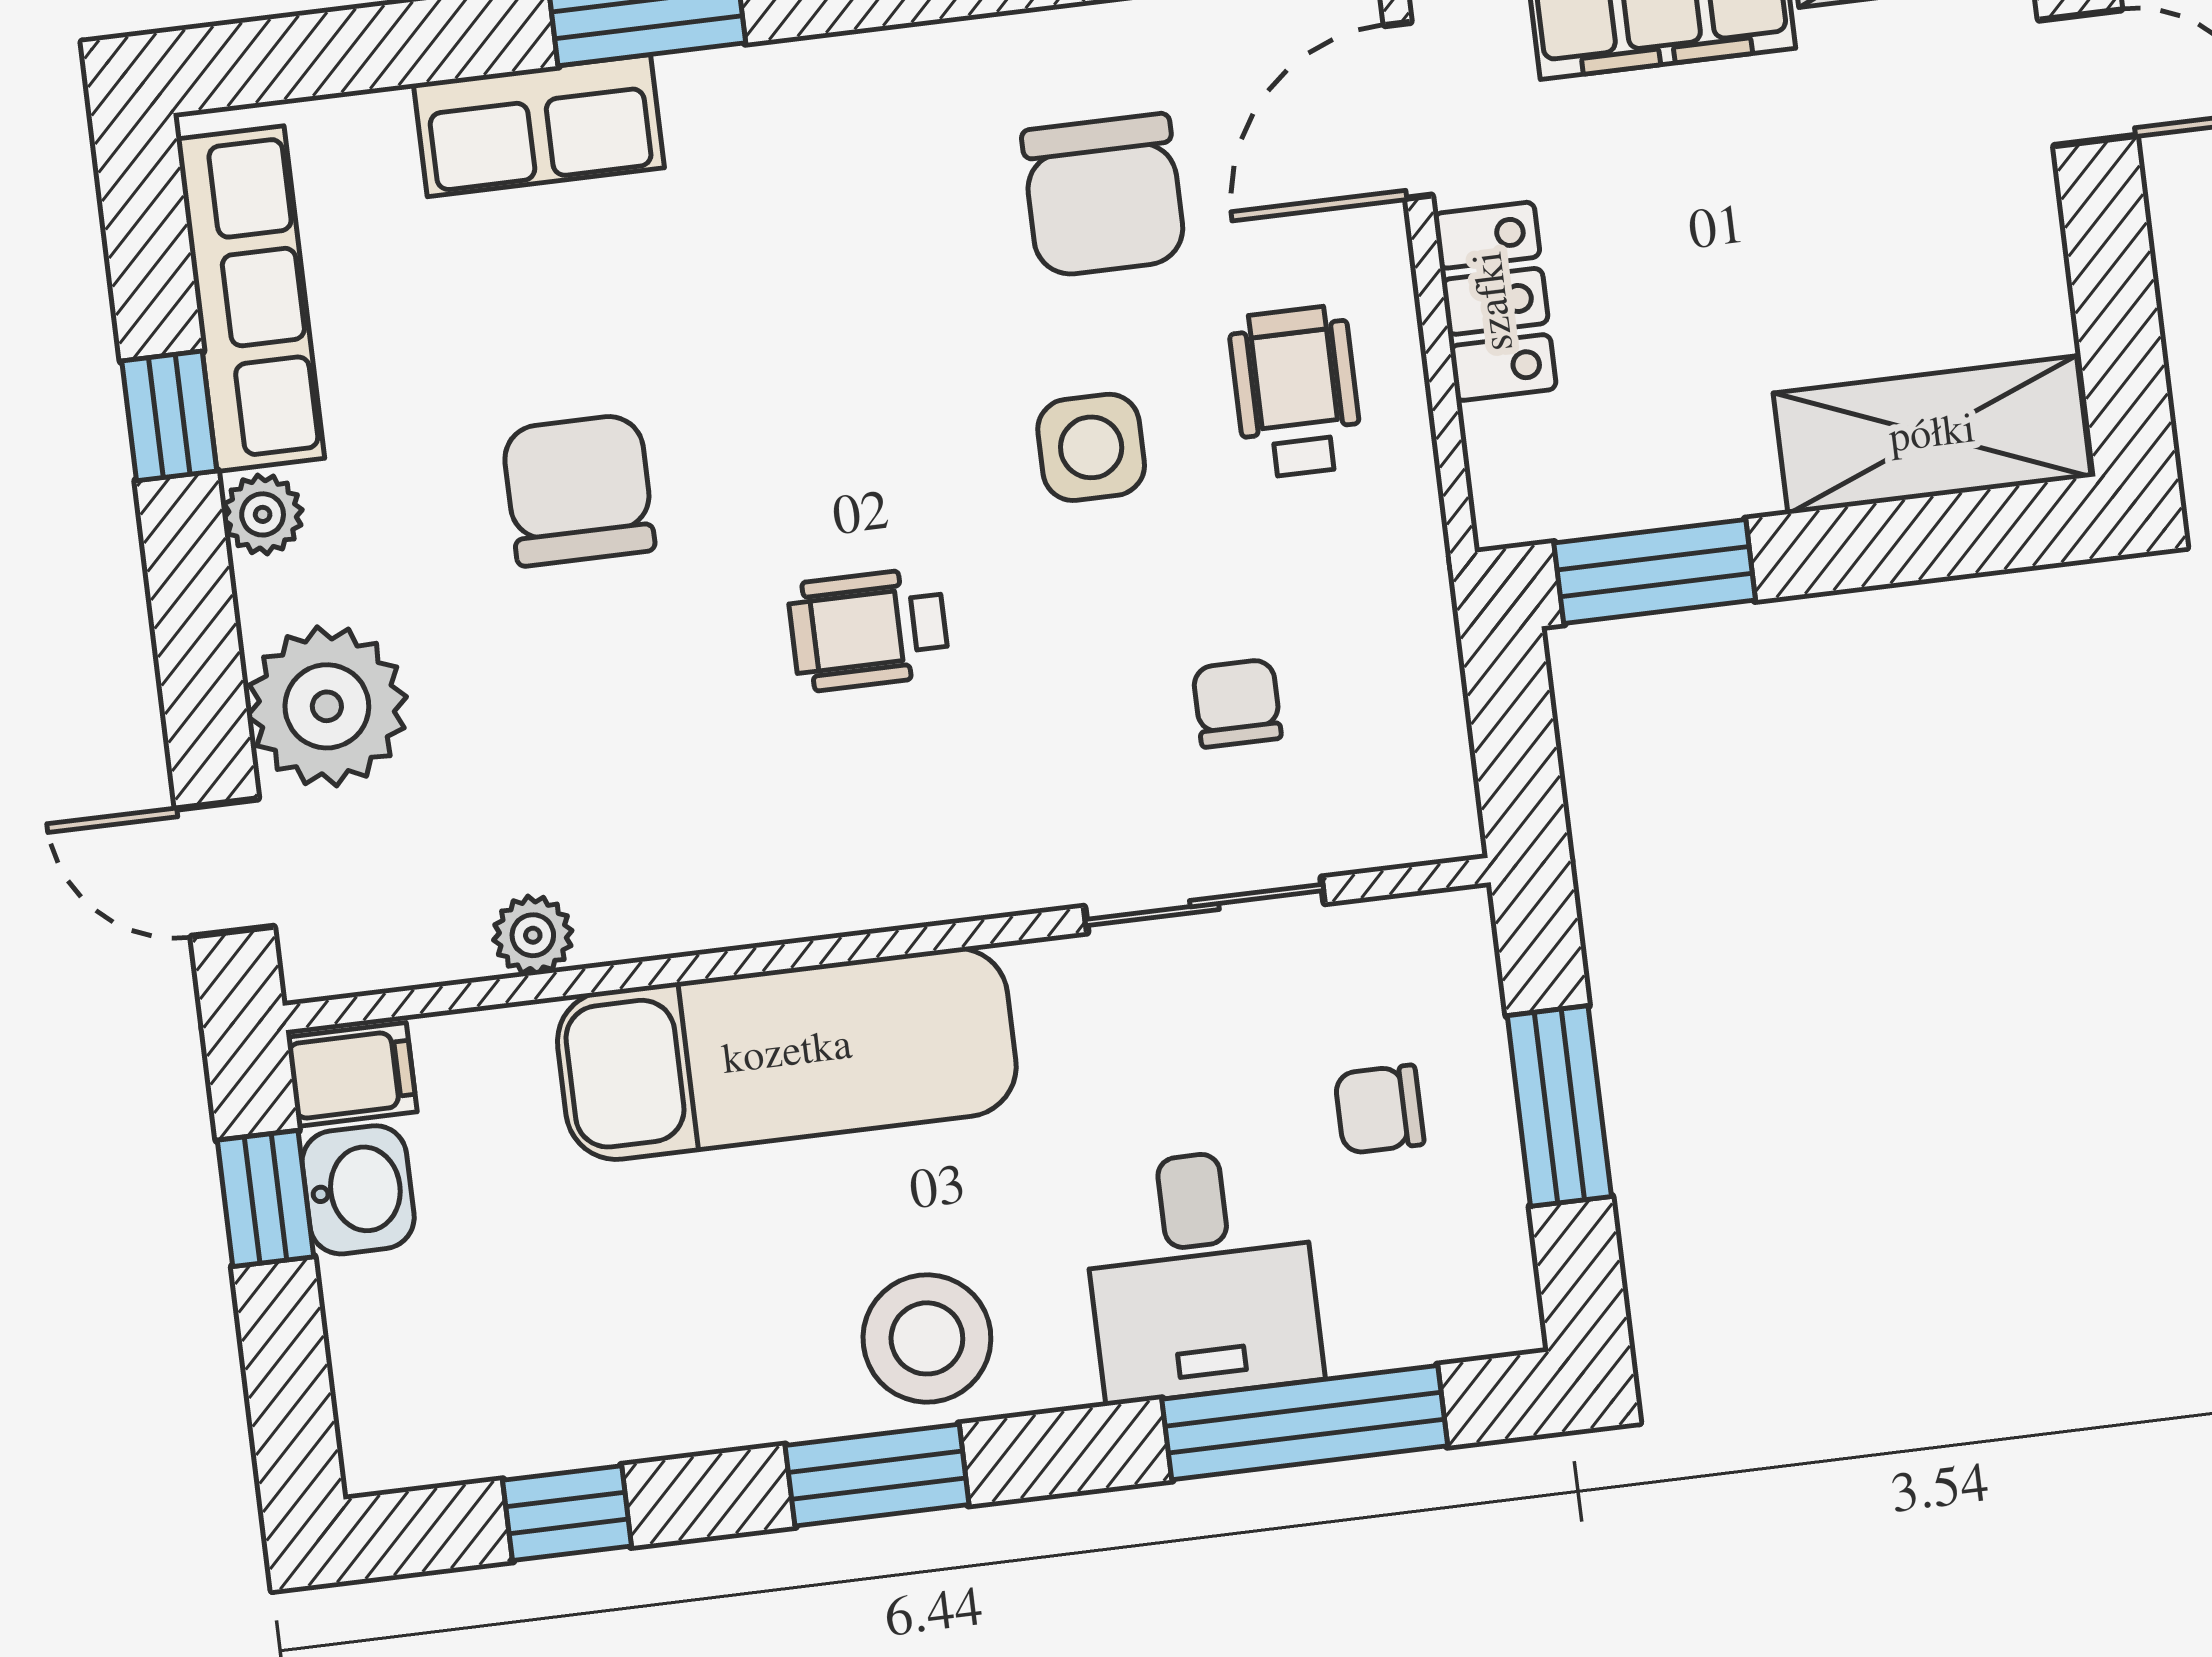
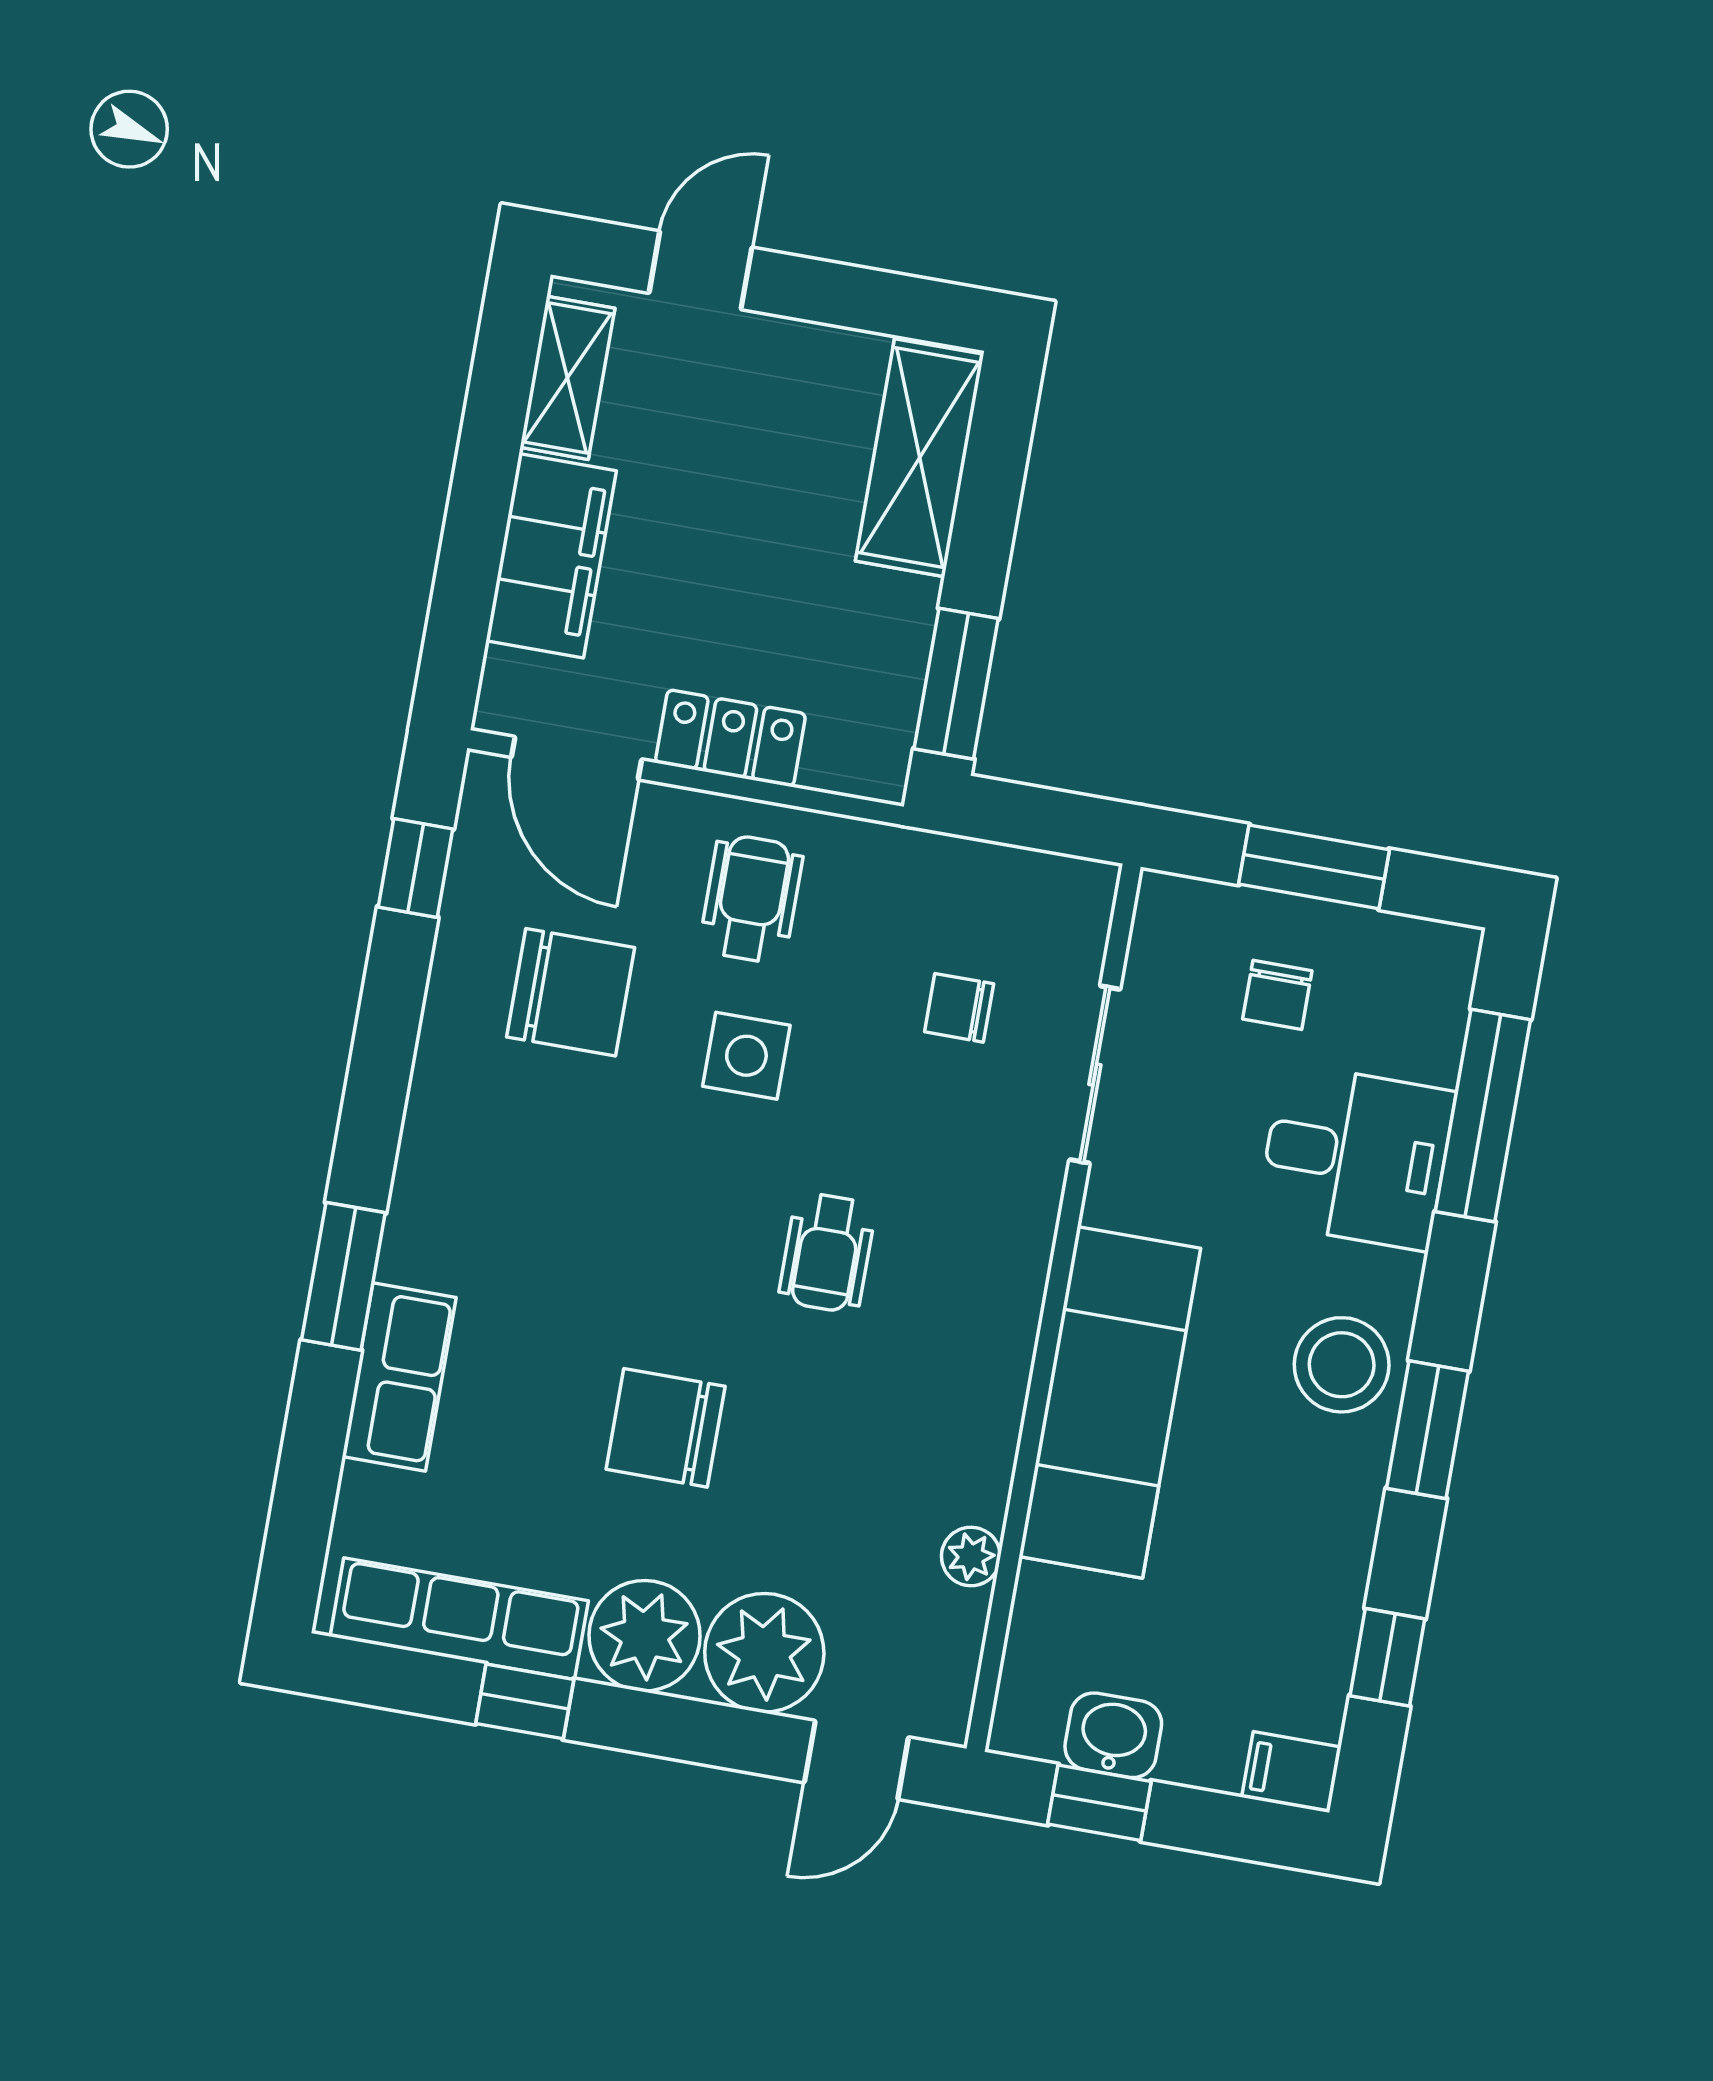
wheelchair: (1296, 392) -> (751, 899), turned 90
plant: (263, 514) -> (645, 1636), width x1.87, depth x1.87
filing cabinet: (352, 1074) -> (1291, 1772), moved, turned -90

